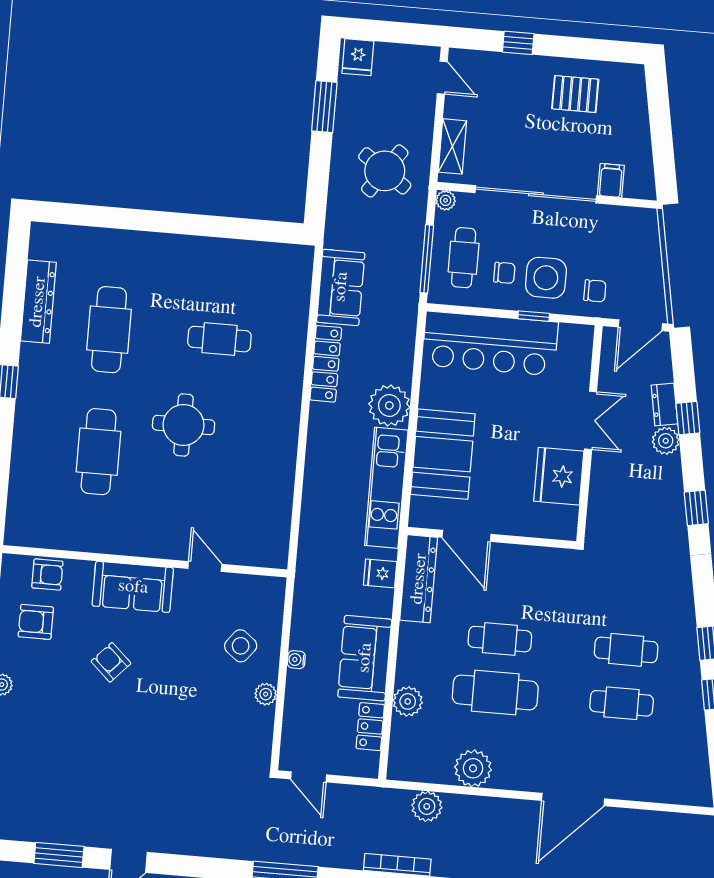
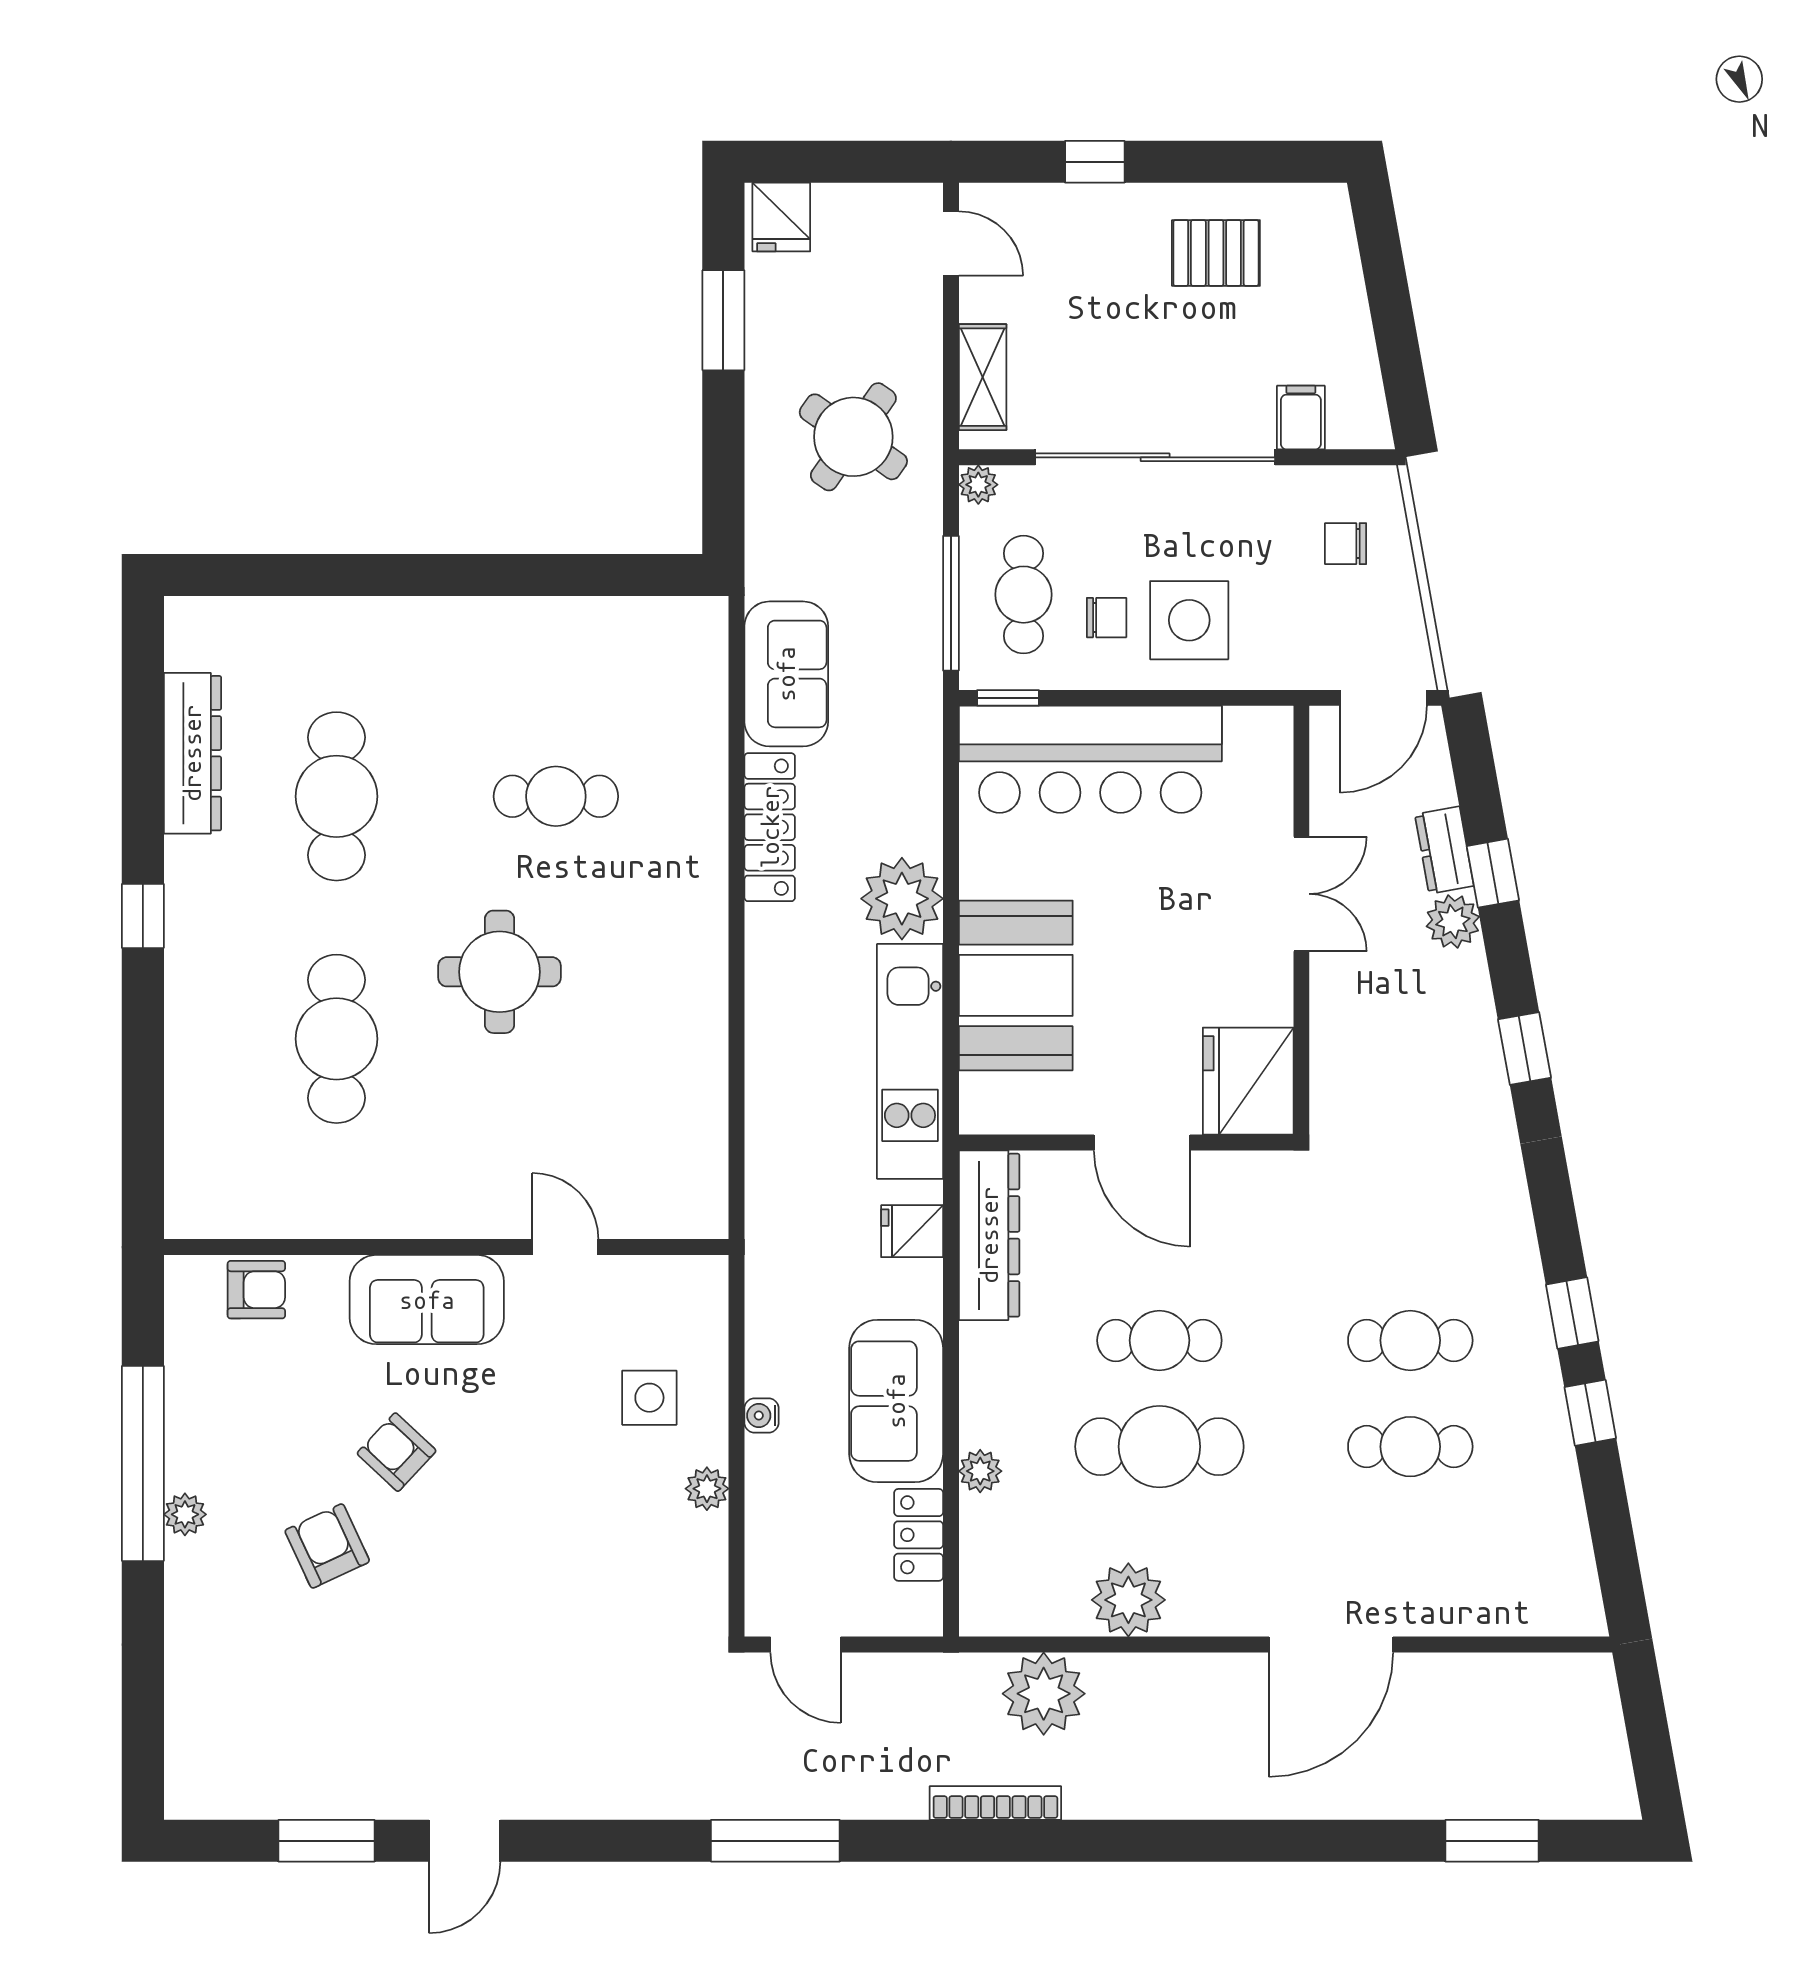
chair: (595, 291) -> (1346, 544), moved, turned 180
window: (534, 316) -> (1008, 698), moved
fridge: (559, 476) -> (1248, 1081), moved
door: (466, 536) -> (1142, 1142), moved
armchair: (36, 622) -> (327, 1546), moved, turned 65
side table: (241, 646) -> (649, 1398), turned -38
plant: (408, 701) -> (980, 1471), width x0.73, depth x0.73
plant: (427, 806) -> (1044, 1694), width x1.36, depth x1.36

